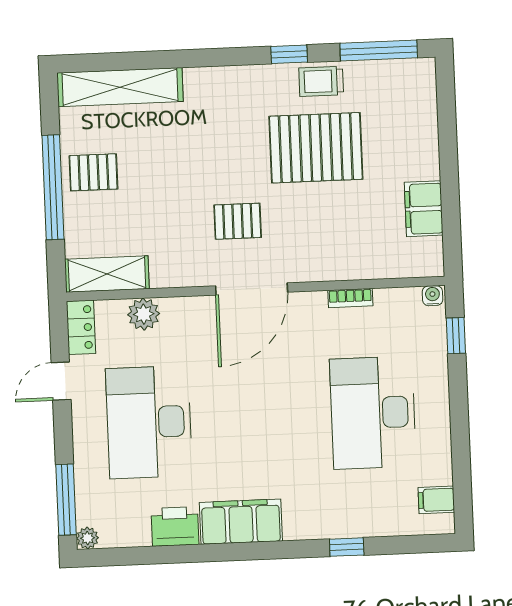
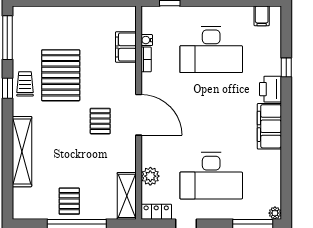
trolley: (321, 81) -> (25, 84), moved, turned 180
shelving: (120, 87) -> (22, 152), moved
filing cabinet: (424, 209) -> (126, 47), moved, turned 90
water cooler: (433, 296) -> (147, 40), moved
printer: (175, 526) -> (270, 89), moved

